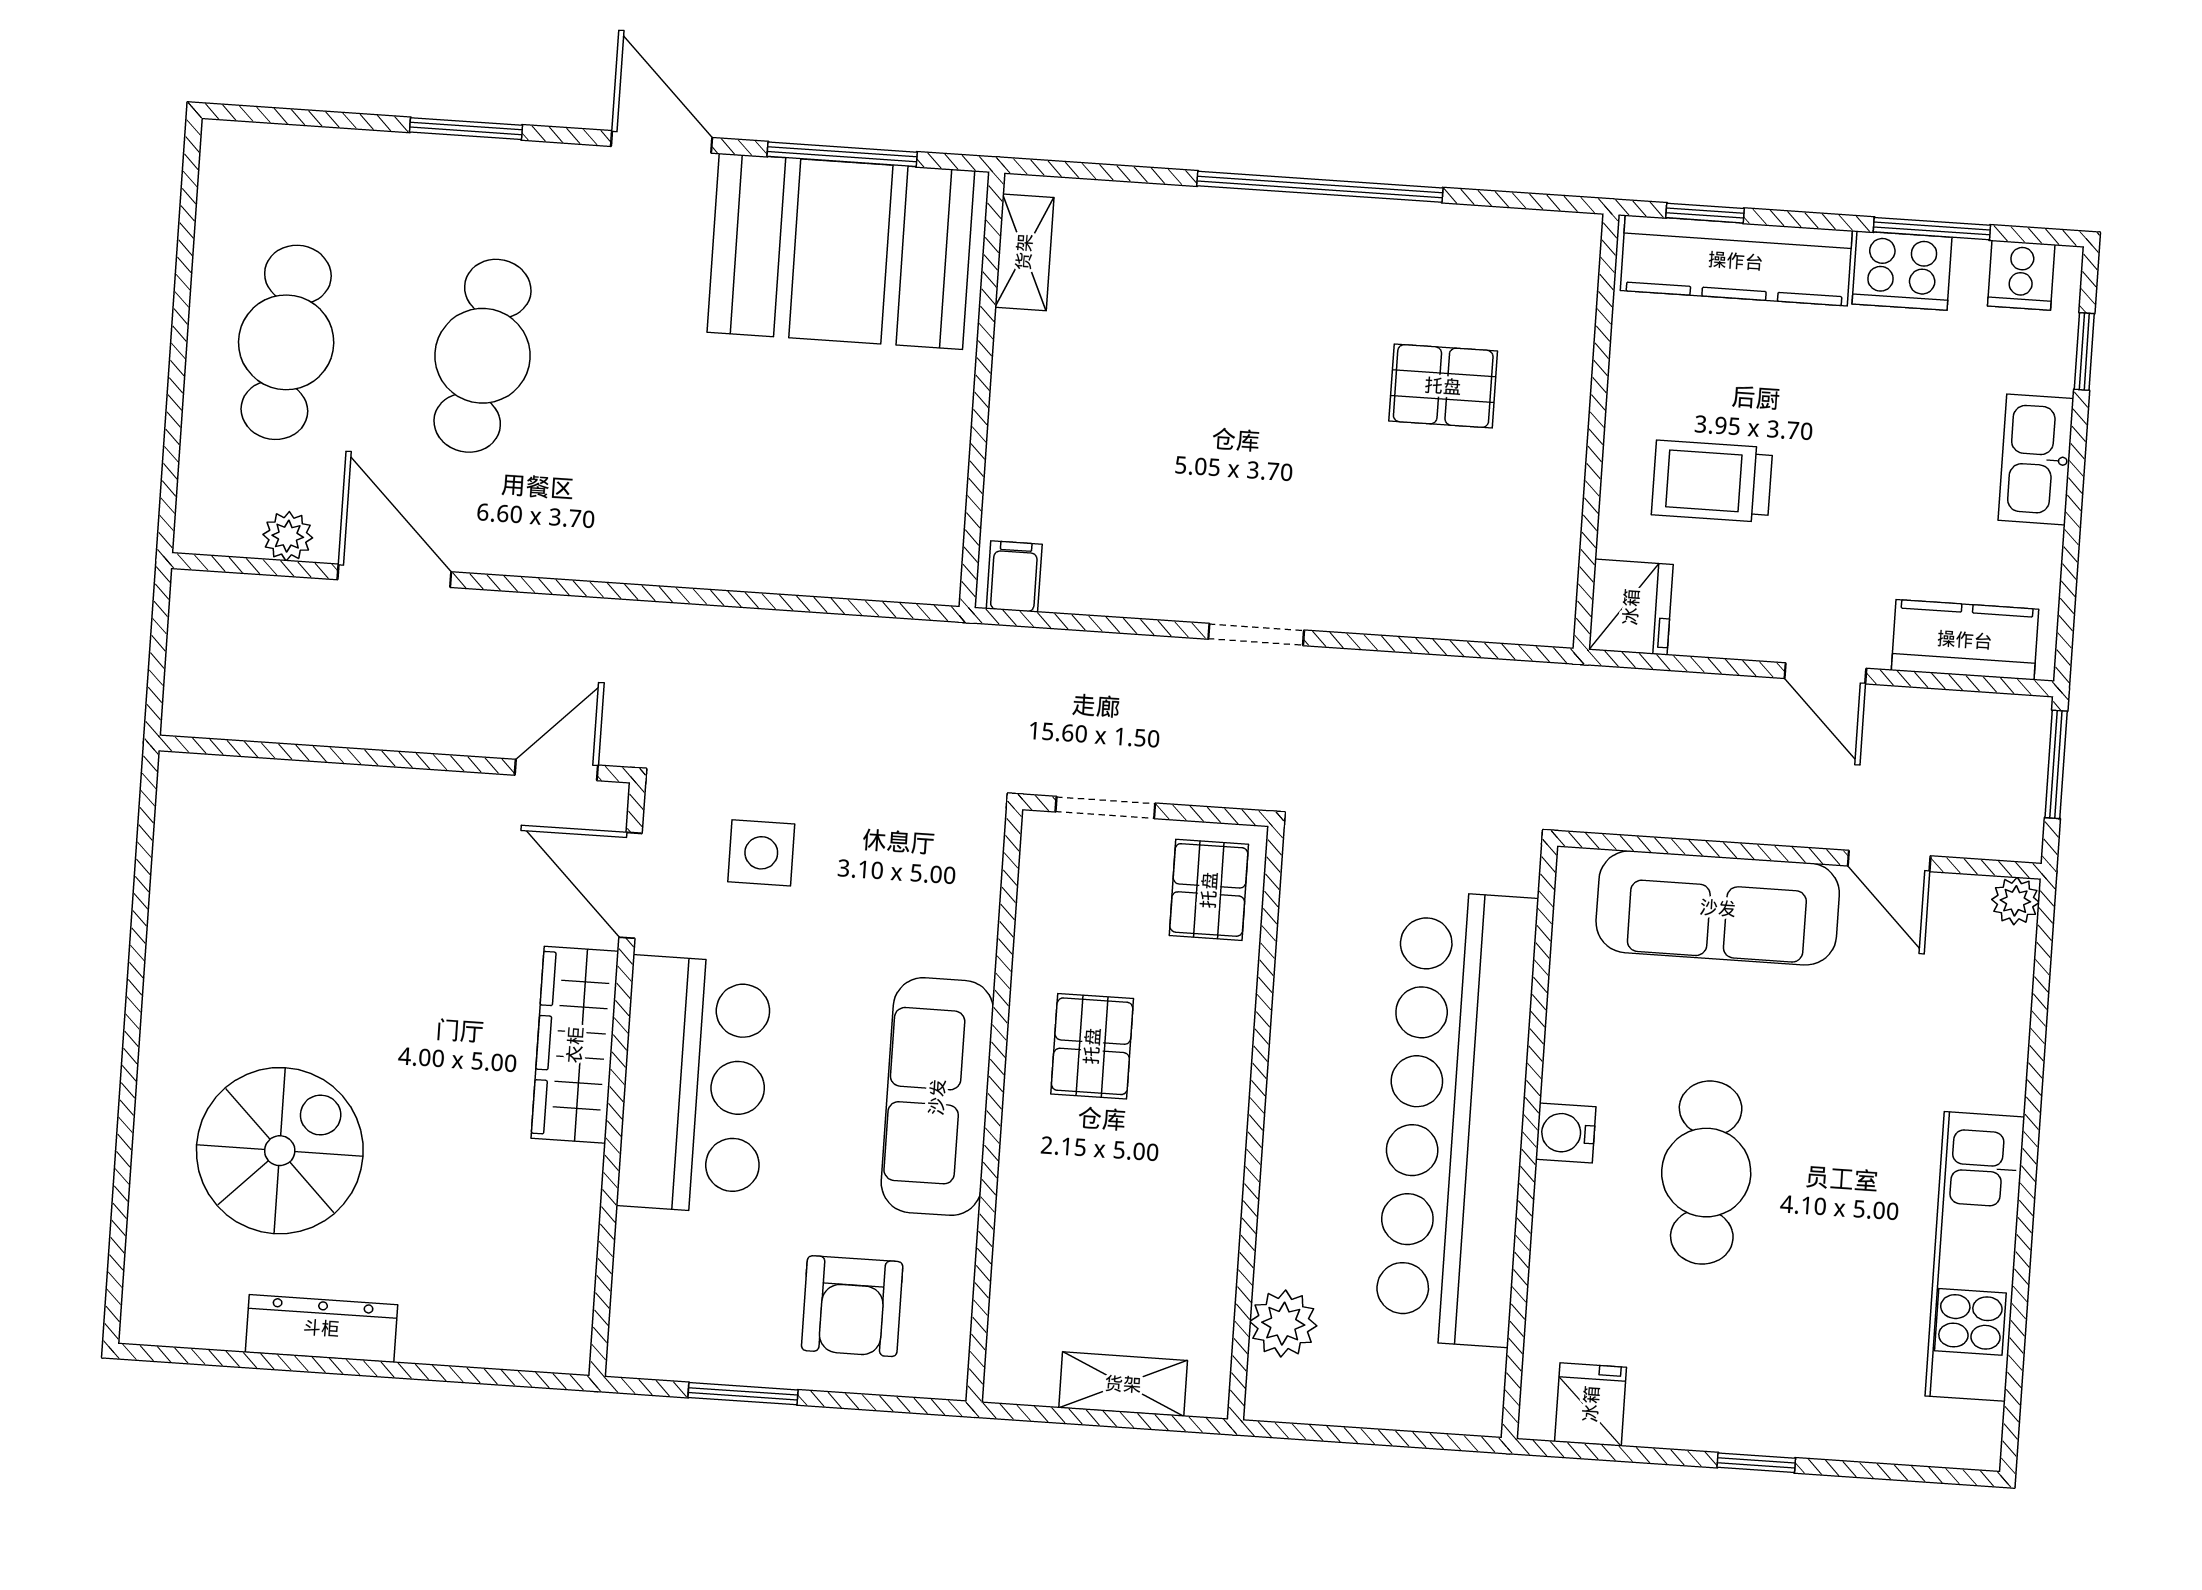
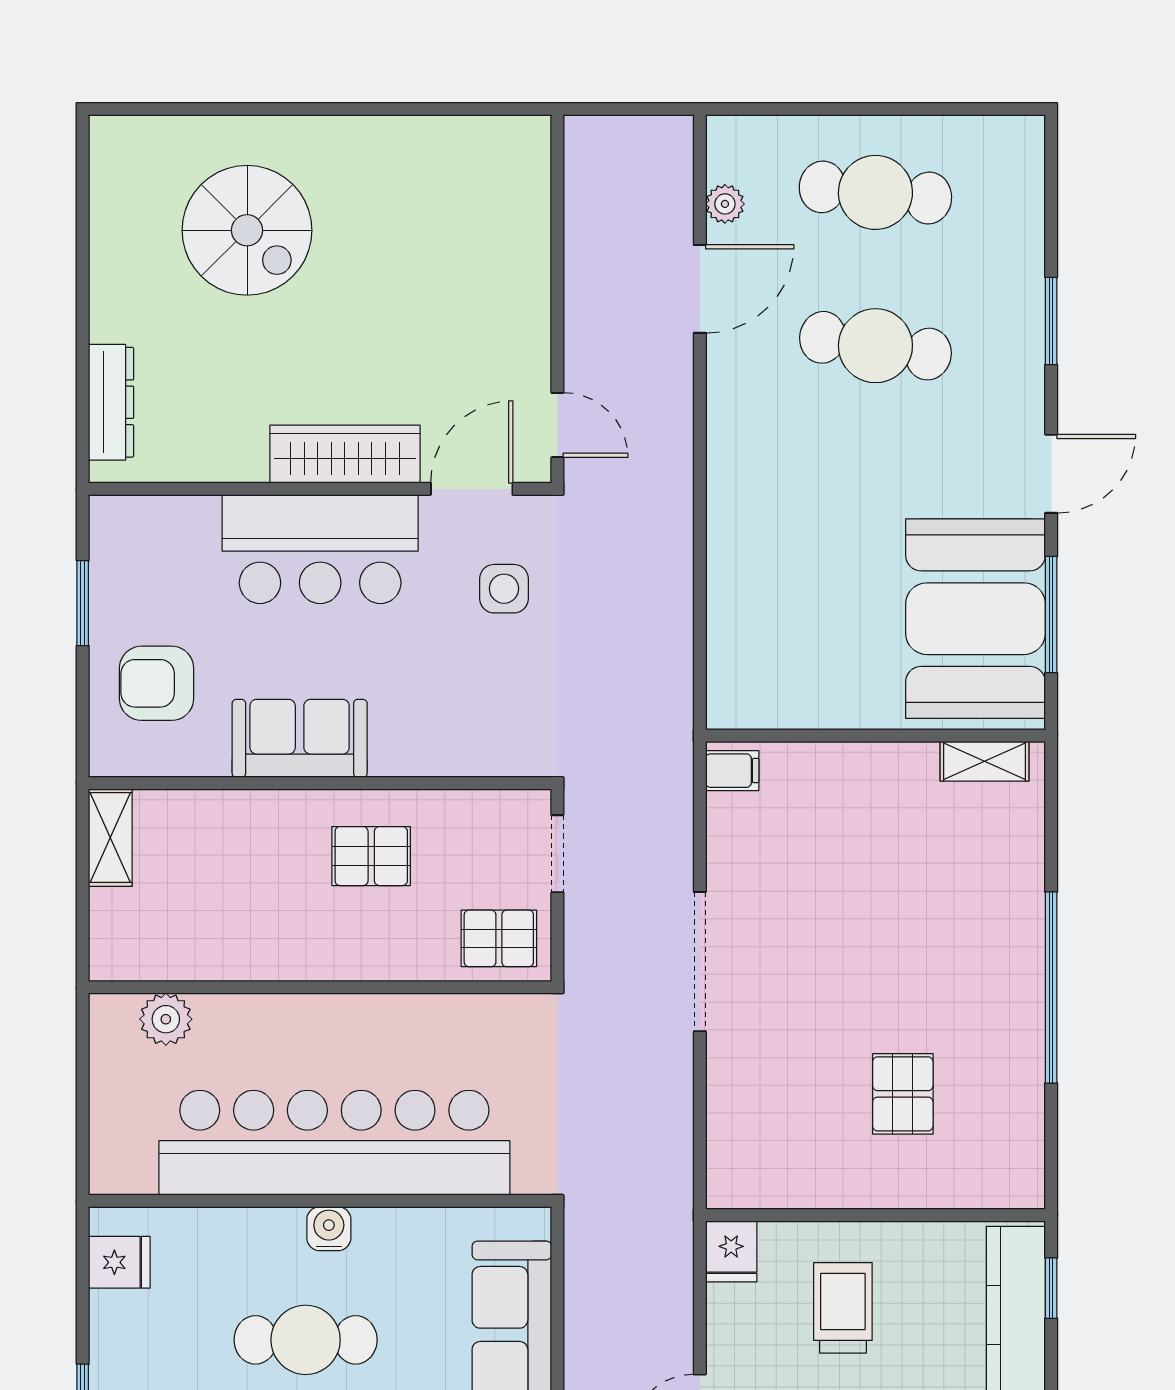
fridge: (1631, 607) -> (731, 1251), width x0.72
doorway: (1256, 635) -> (700, 962), width x1.87
sofa: (937, 1097) -> (300, 738), width x0.73
dresser: (321, 1328) -> (111, 402), moved
shelving: (1123, 1384) -> (110, 838), moved

